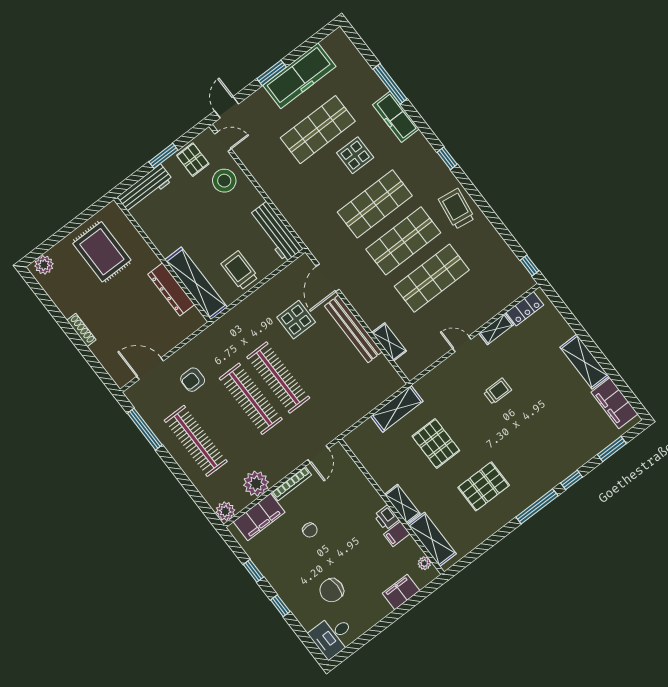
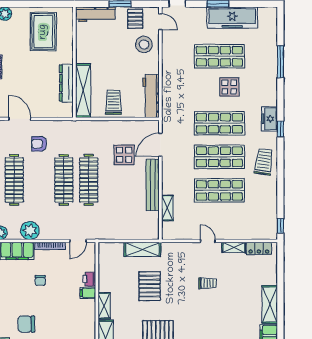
freezer: (396, 117) -> (269, 119), moved, width x0.71
printer: (386, 518) -> (89, 279), moved
filing cabinet: (397, 534) -> (88, 293), moved

